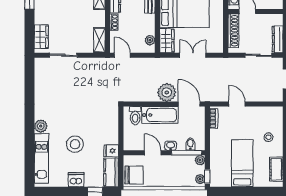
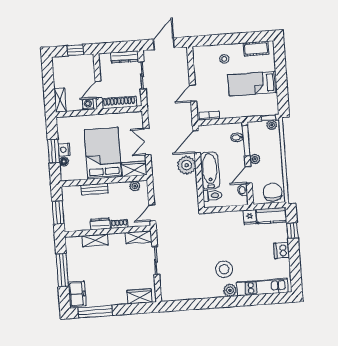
sliding door: (63, 55) -> (156, 261), moved
stool: (75, 144) -> (224, 269), moved
washbasin: (171, 146) -> (243, 190), moved
plant: (200, 160) -> (255, 159), moved

